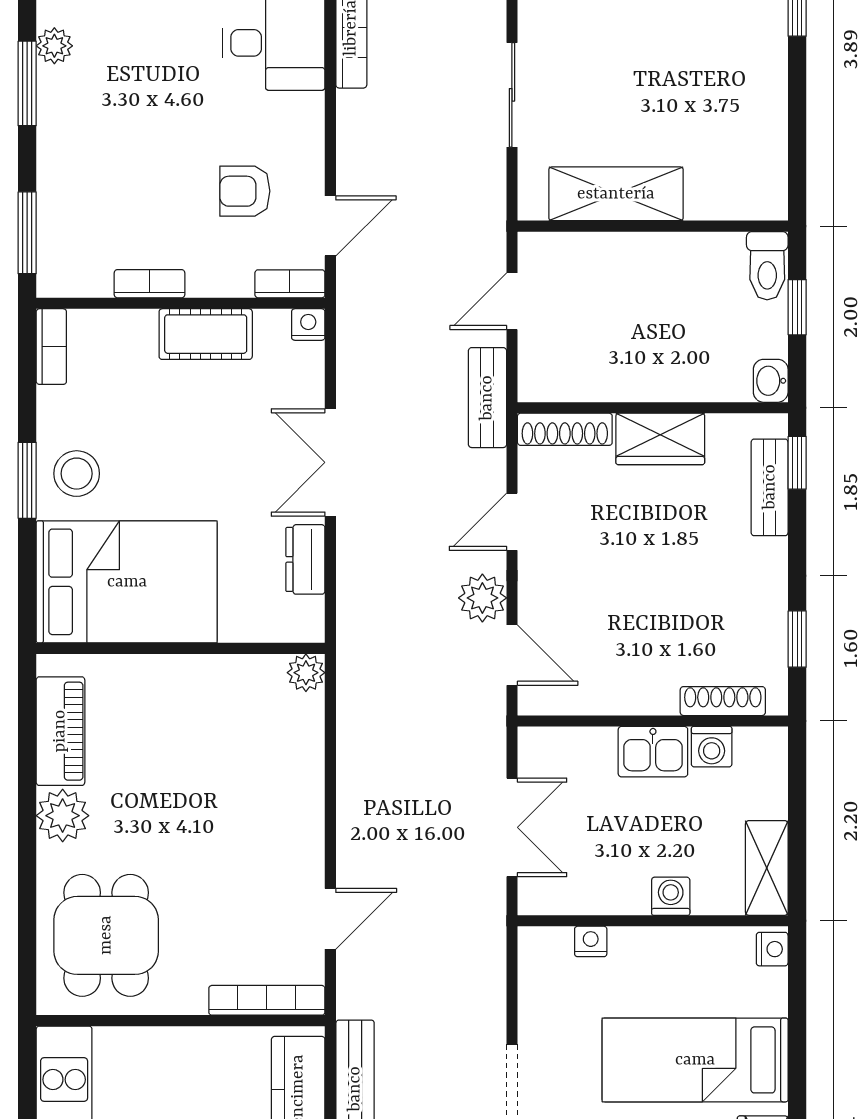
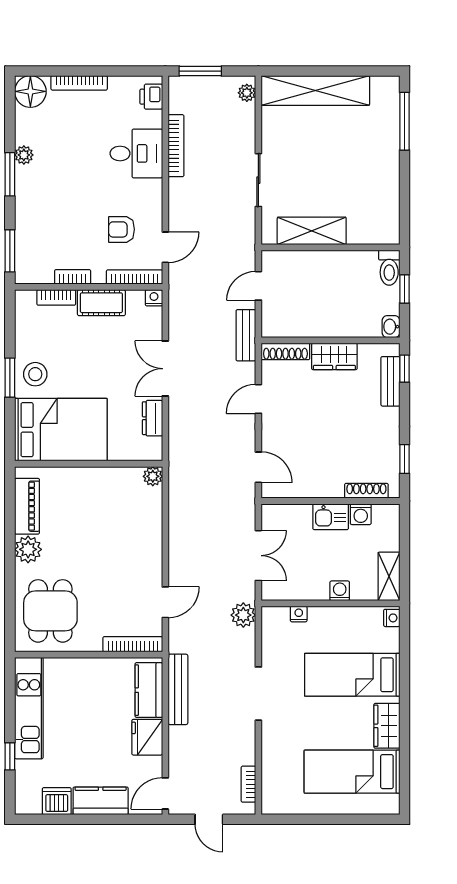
bookcase: (290, 284) -> (134, 277), width x1.56
bookcase: (51, 347) -> (56, 297), moved, turned 90
plant: (482, 598) -> (243, 615), moved

